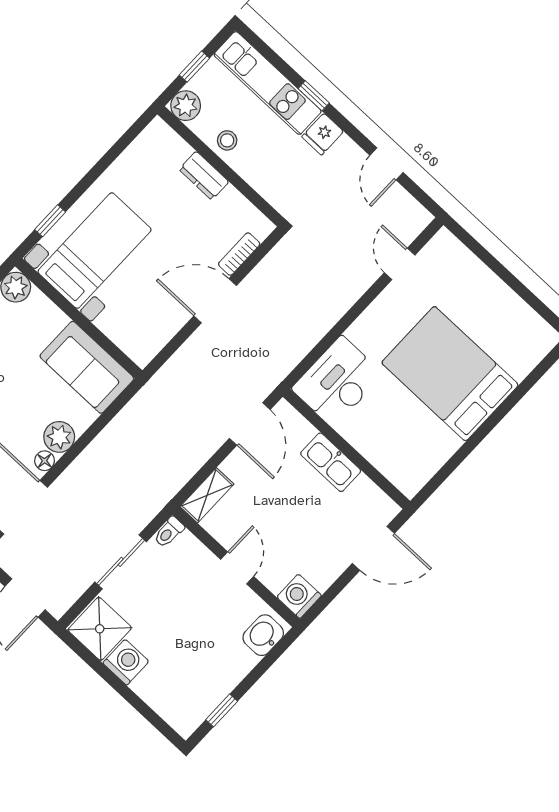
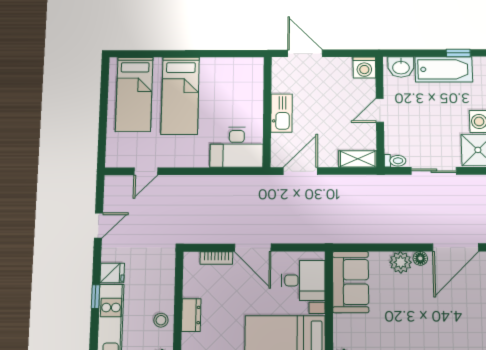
desk: (133, 321) -> (303, 280), added
bed: (497, 327) -> (134, 94), added
bed: (450, 374) -> (180, 96), width x0.67
bathtub: (218, 678) -> (444, 69), added

